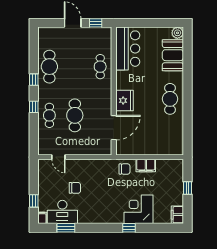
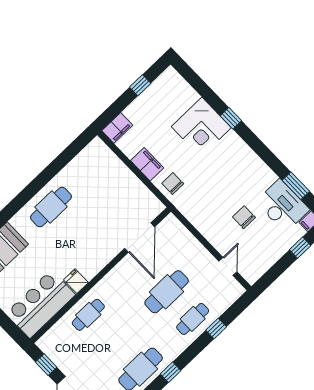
fridge: (124, 101) -> (76, 281), moved, width x0.53, depth x0.75
window: (34, 107) -> (216, 328), moved
door: (114, 128) -> (140, 238), swing flipped
window: (187, 188) -> (140, 85), moved
filing cabinet: (177, 215) -> (117, 128), moved

